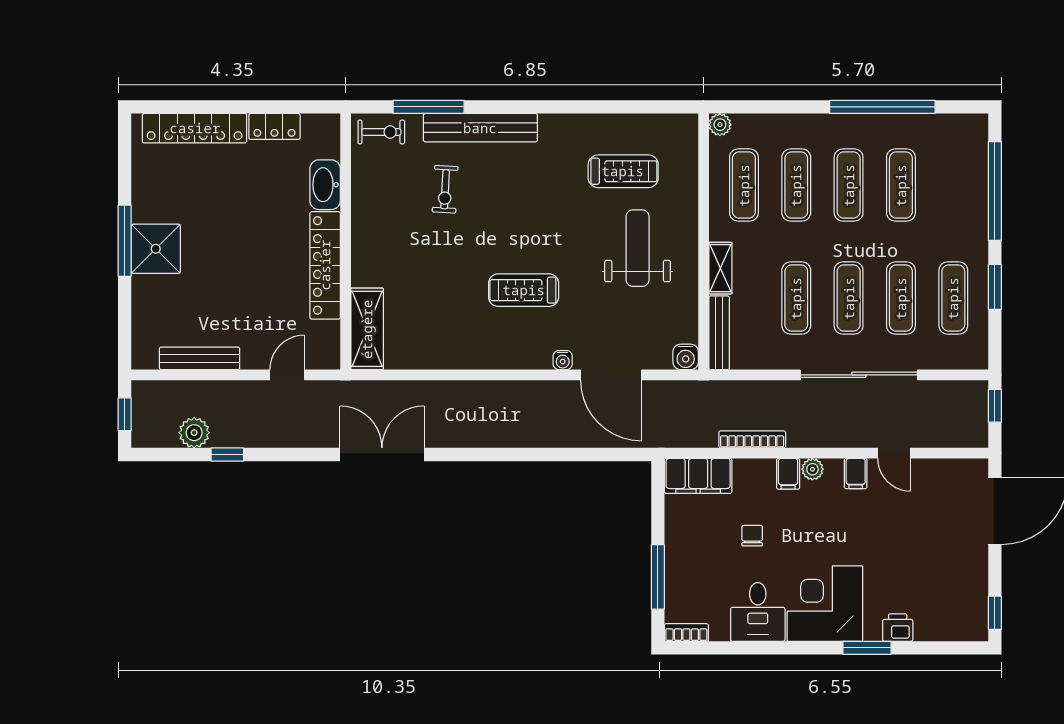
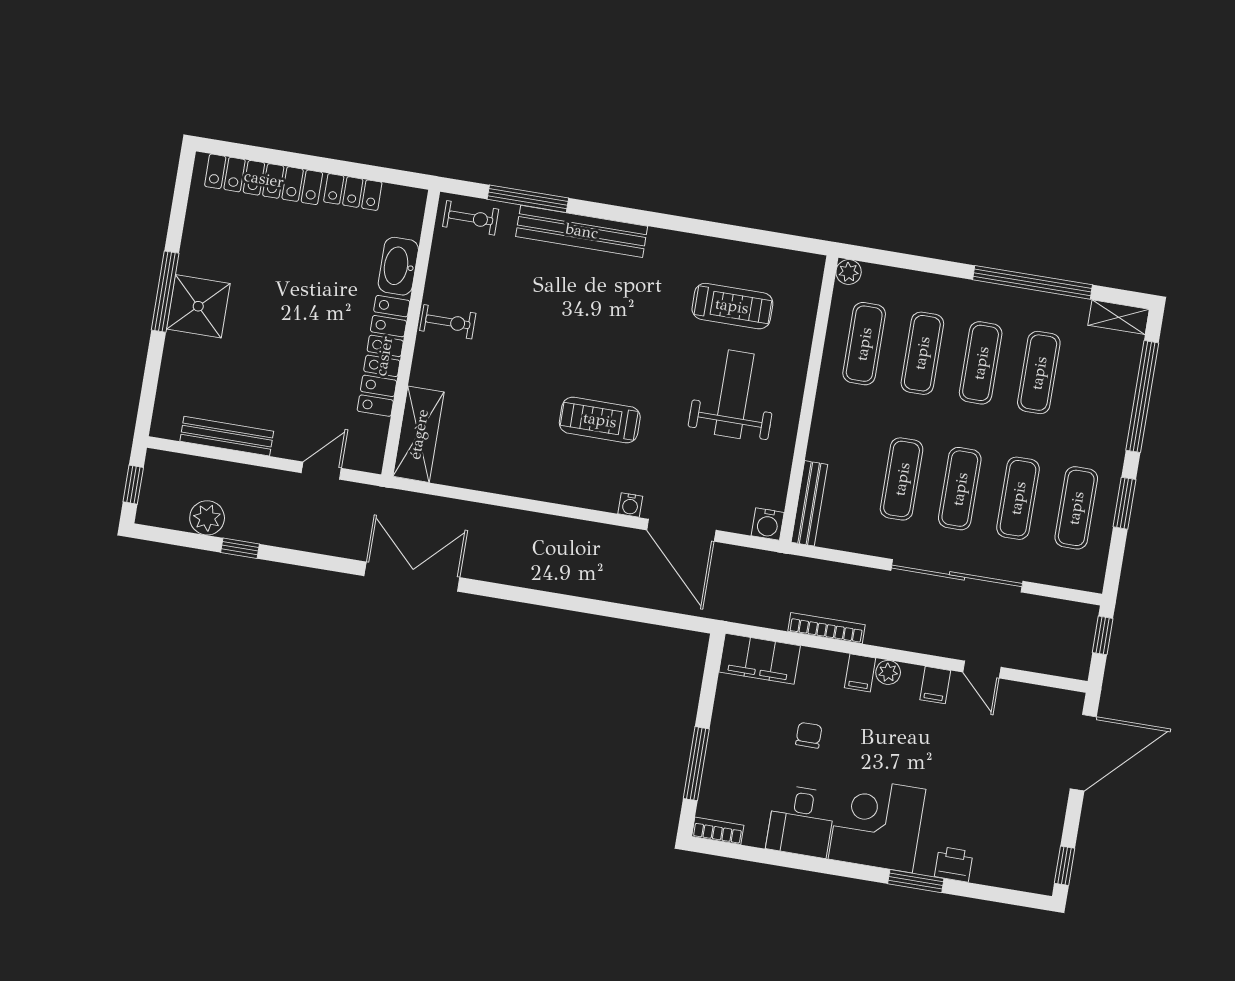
exercise bike: (445, 189) -> (448, 322), moved, turned -93
shelving: (720, 268) -> (1119, 317), moved, turned 90

